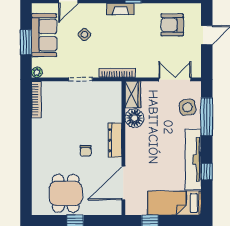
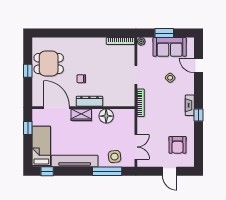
armchair: (172, 25) -> (177, 145), turned 180
wardrobe: (133, 94) -> (81, 115), moved
window: (207, 172) -> (47, 171), moved

